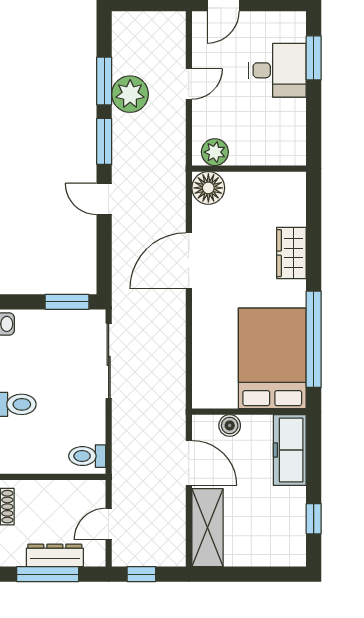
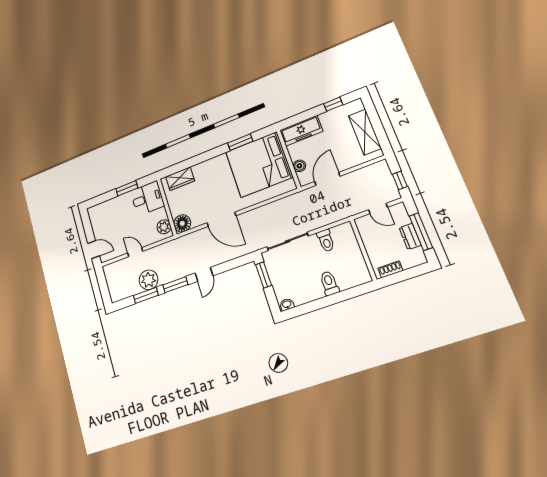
window: (314, 58) -> (127, 188), moved
desk: (277, 70) -> (147, 198), moved, turned 90
wardrobe: (291, 253) -> (180, 179), moved
window: (314, 339) -> (240, 142), width x0.47
bed: (272, 358) -> (259, 164), width x1.36
toilet: (87, 456) -> (326, 241), moved
shelving: (207, 528) -> (365, 132), moved, turned 90
dresser: (55, 555) -> (410, 236), width x0.70

